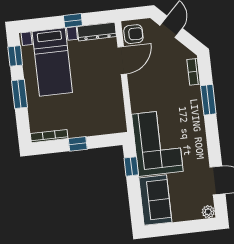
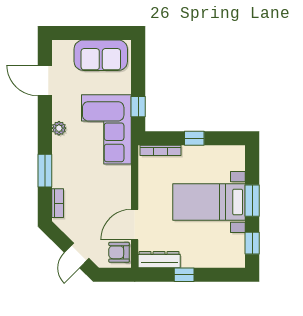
bed with nightstands: (52, 62) -> (209, 202), moved, turned -90
bookcase: (49, 136) -> (160, 150), moved
sofa: (155, 200) -> (101, 55), moved, turned -90
plant: (208, 212) -> (59, 128), moved

